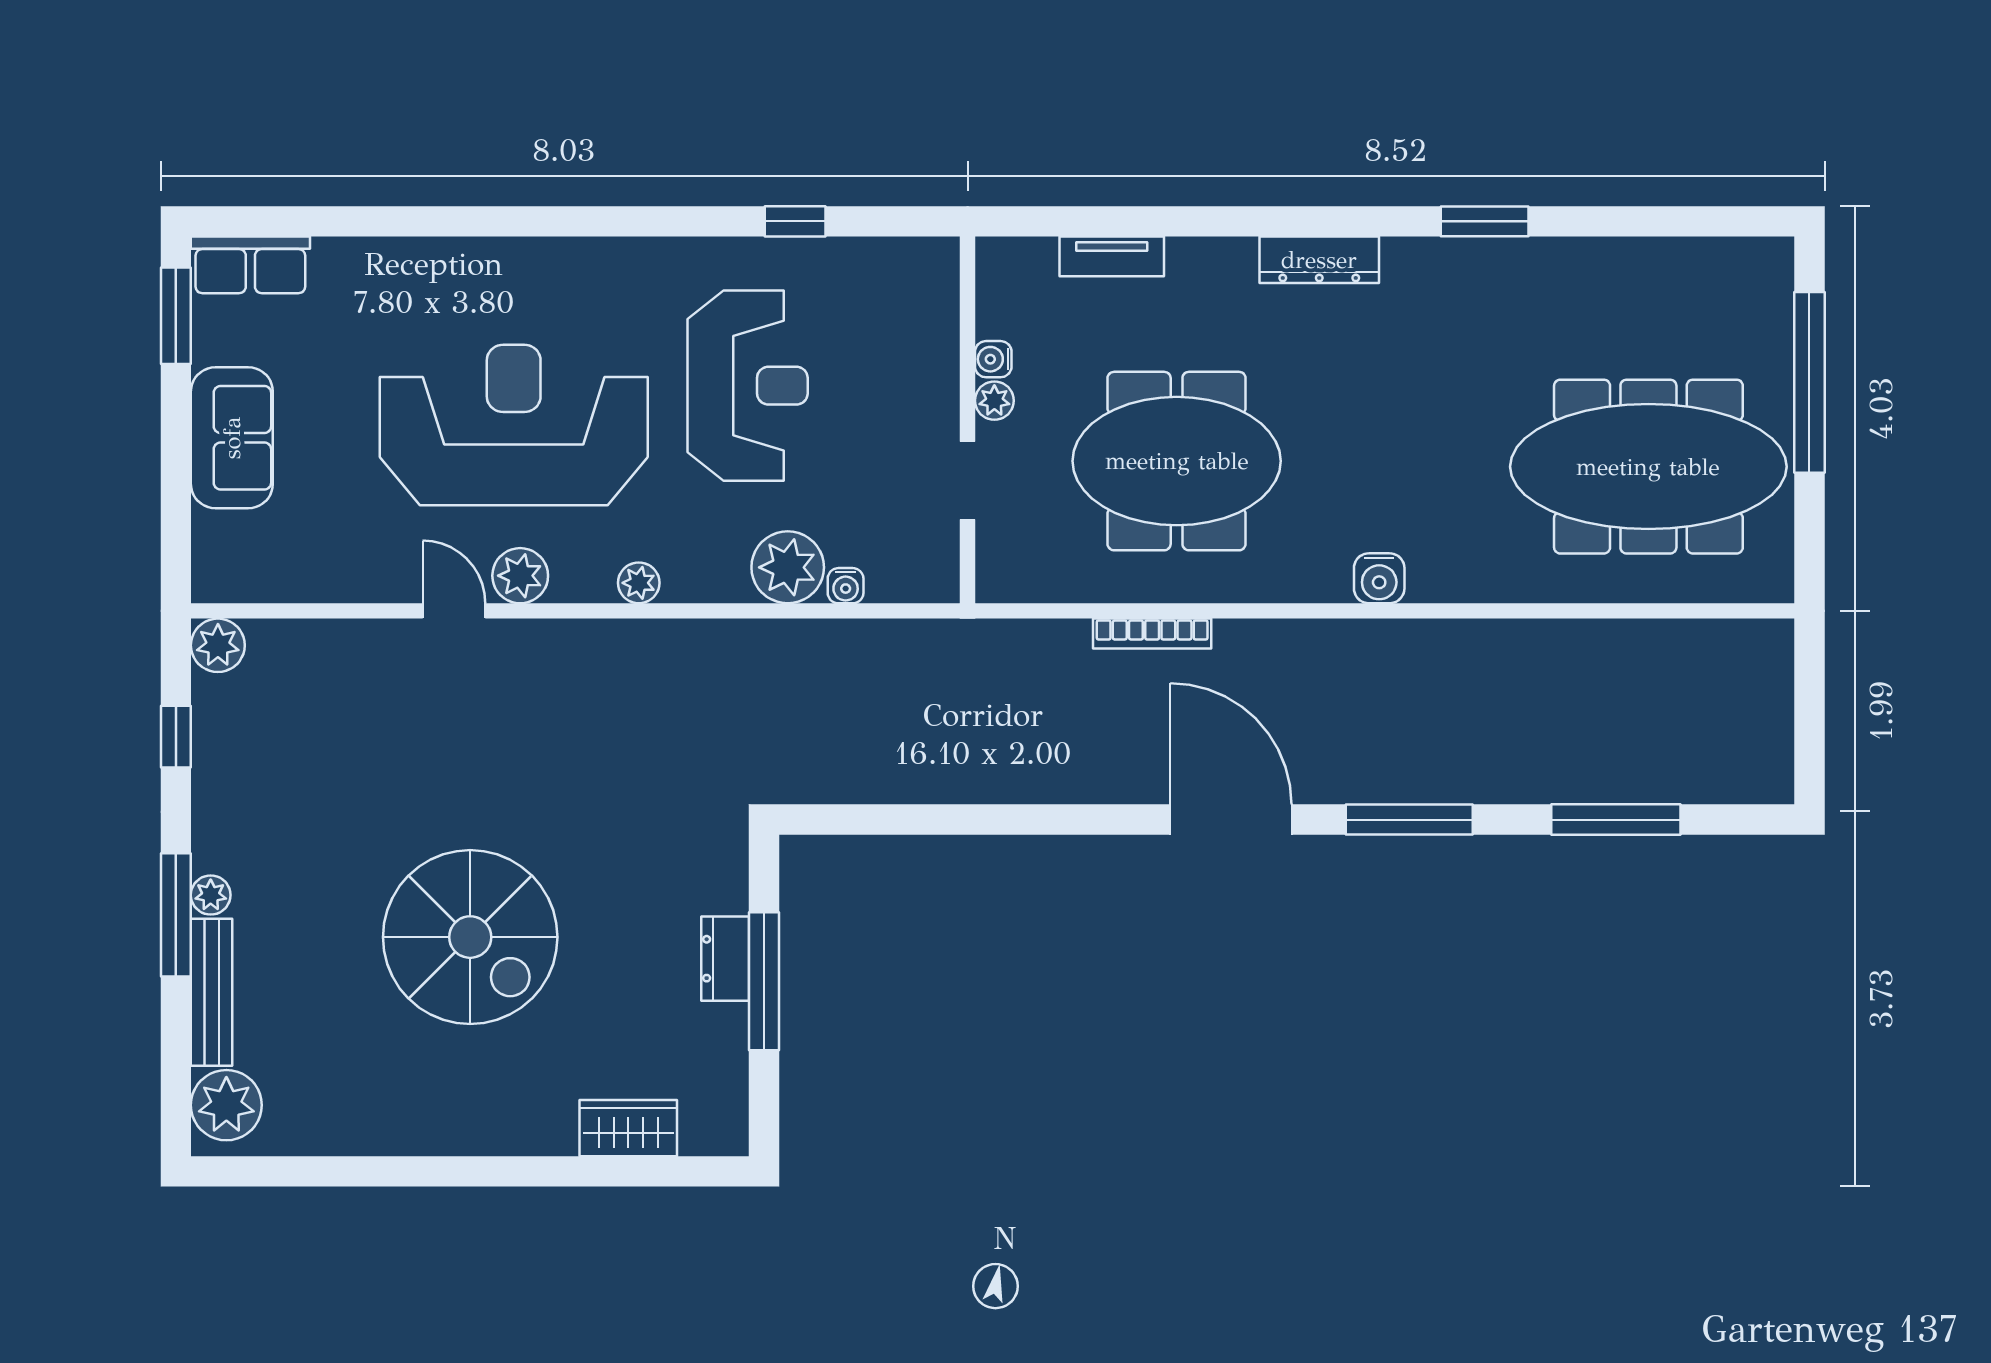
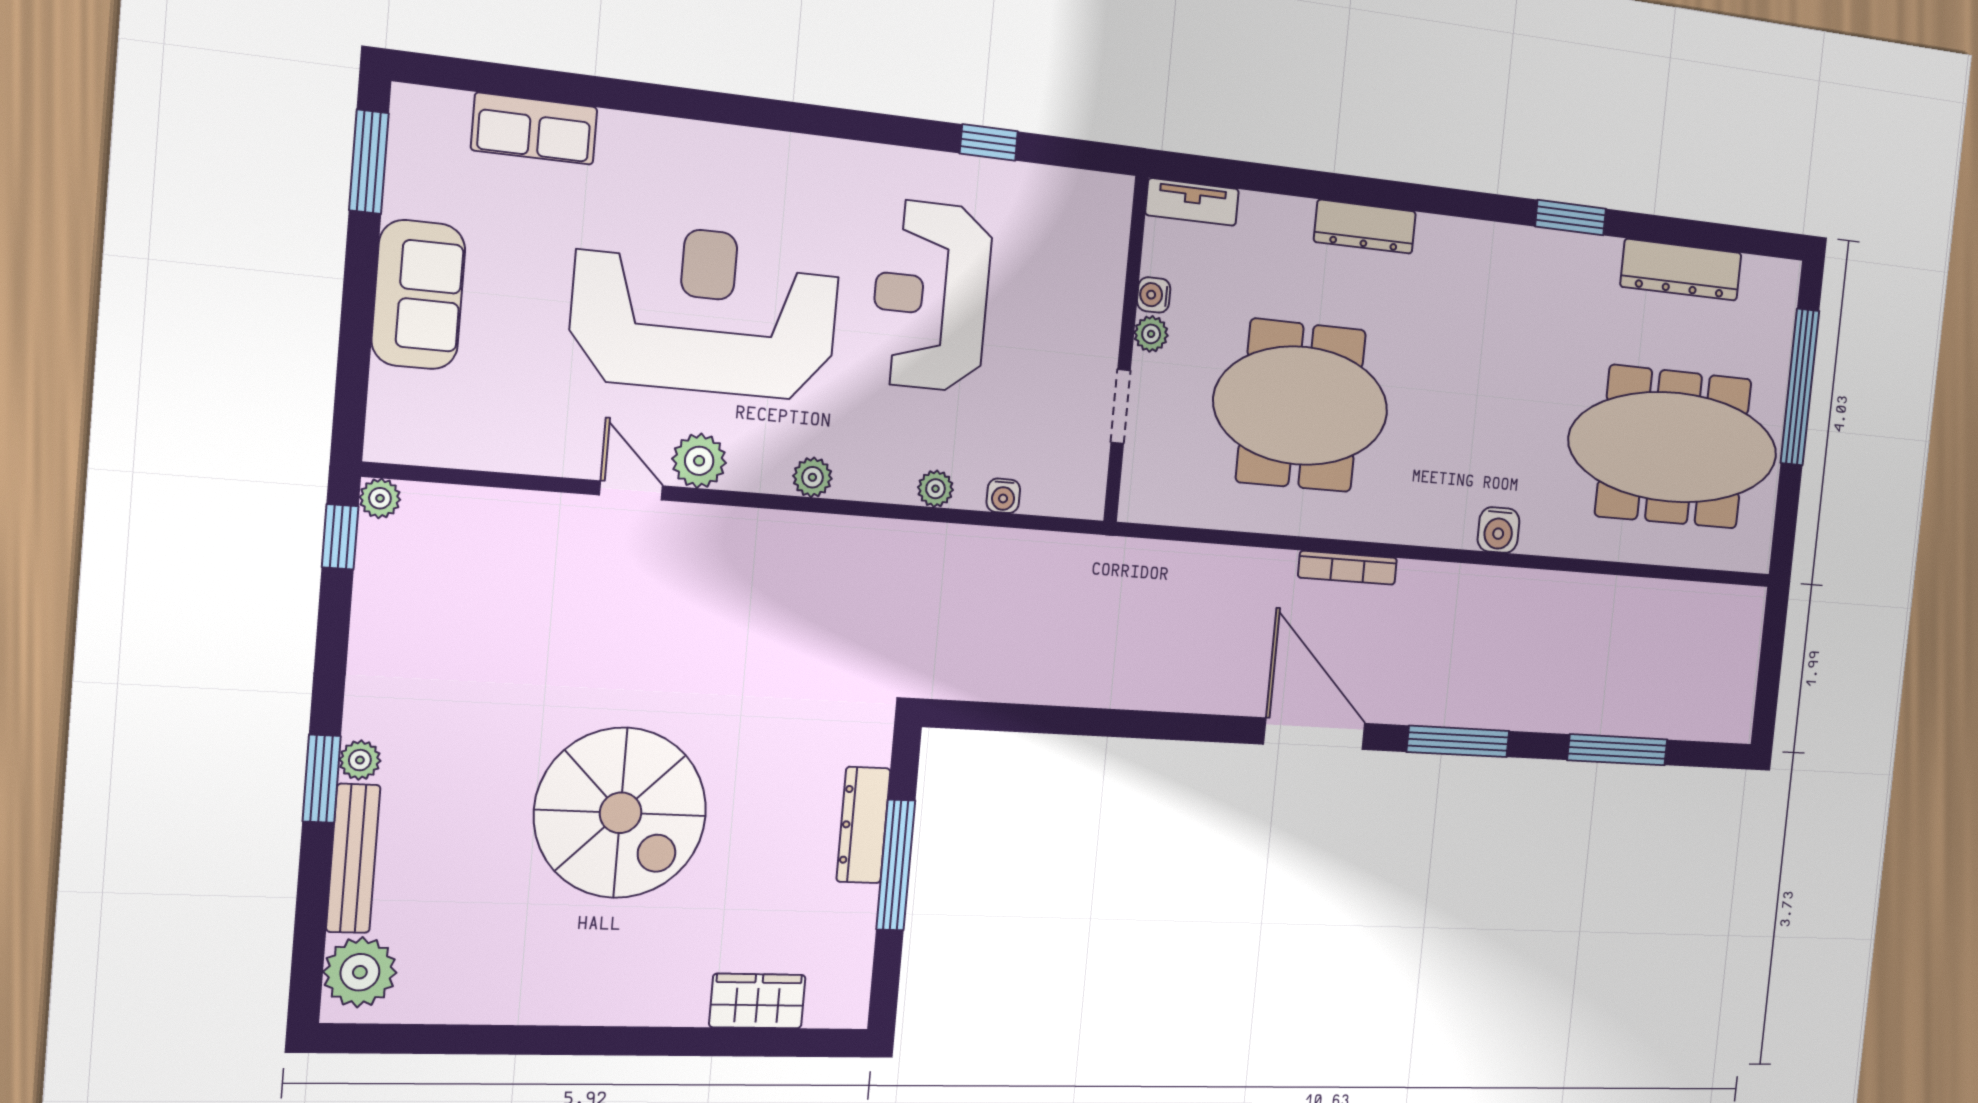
tv unit: (1112, 256) -> (1192, 202), moved
dresser: (1319, 260) -> (1365, 227), moved
dresser: (1634, 264) -> (1681, 270), added
row of seats: (250, 265) -> (534, 129), moved
reception desk: (748, 386) -> (931, 296), turned 180
plant: (788, 567) -> (935, 489), width x0.53, depth x0.53
water cooler: (1379, 578) -> (1499, 530), moved
bookcase: (1152, 634) -> (1348, 568), moved
plant: (218, 645) -> (380, 498), width x0.73, depth x0.73
window: (176, 737) -> (340, 537), moved
window: (176, 915) -> (322, 779), width x0.69
dresser: (725, 959) -> (863, 825), width x1.44

